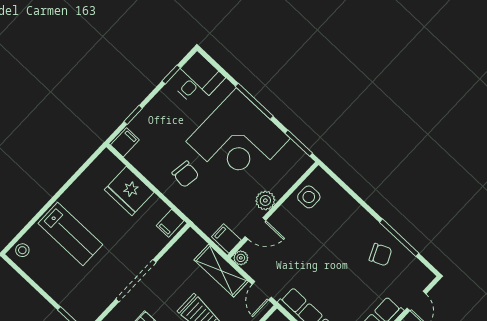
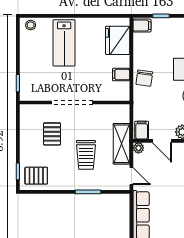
chair: (185, 174) -> (144, 78), moved
fridge: (129, 191) -> (118, 40), moved
filing cabinet: (170, 223) -> (121, 75), moved
door: (262, 291) -> (131, 176), swing flipped

